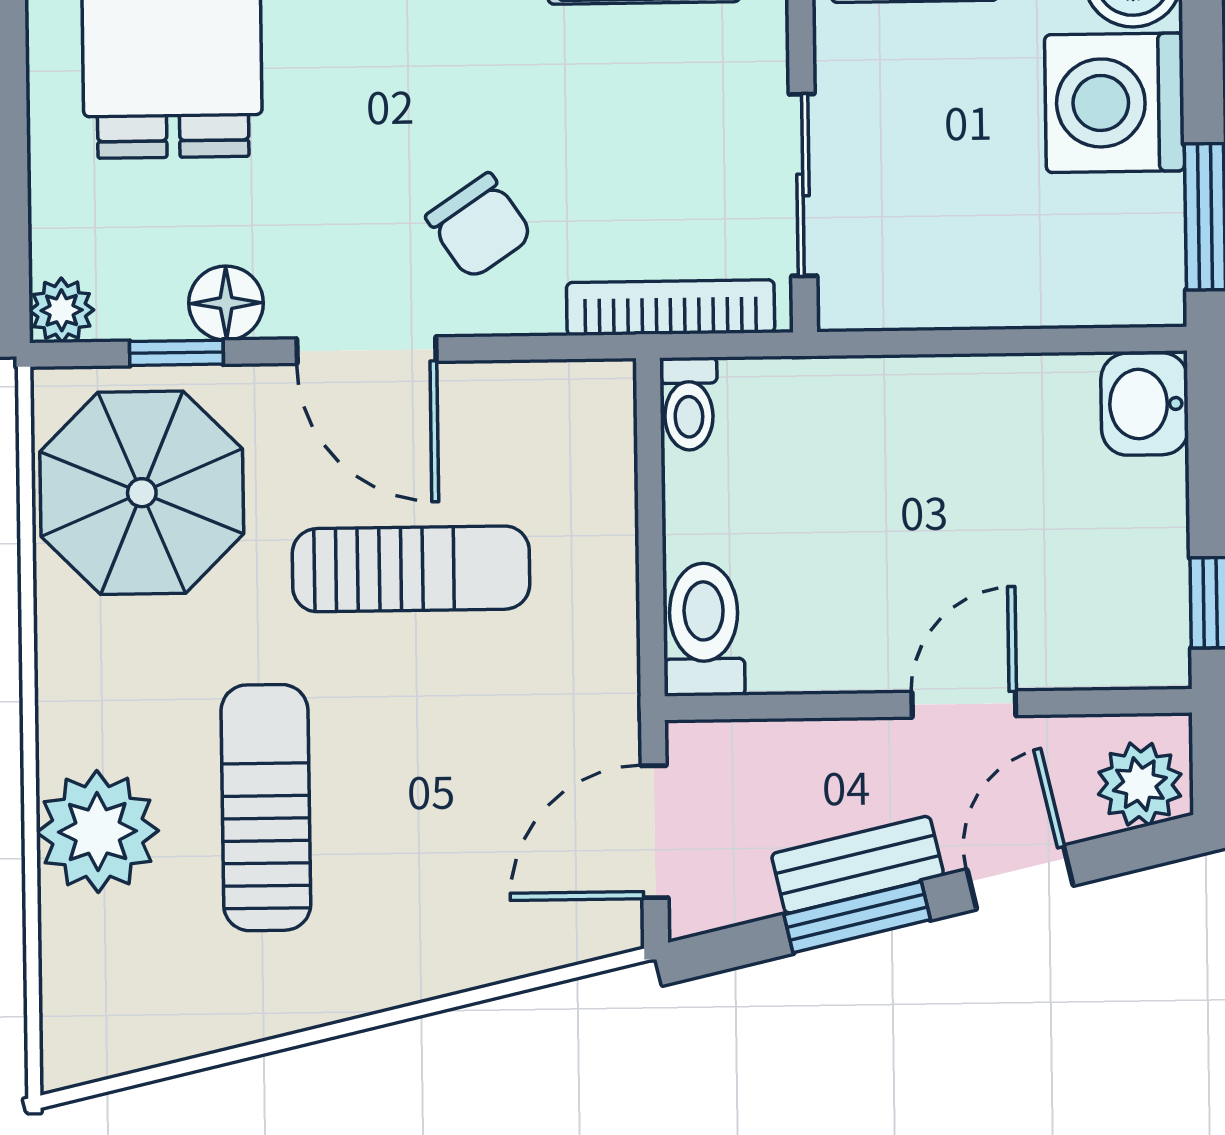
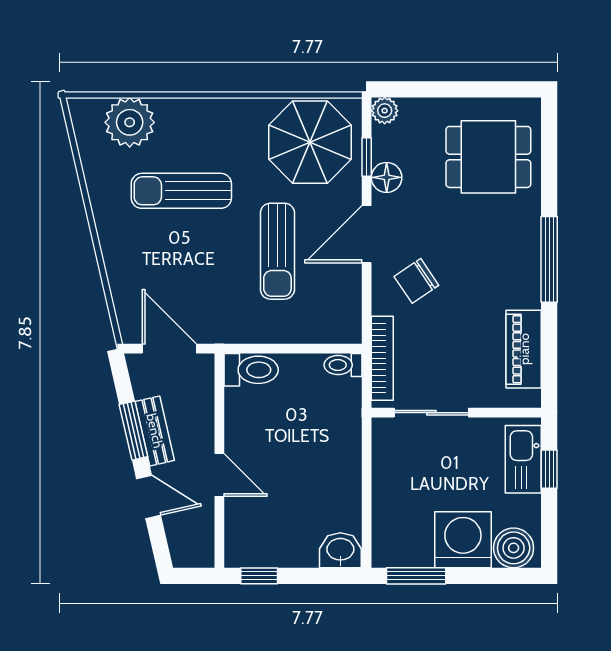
plant: (1140, 784) -> (186, 546), removed
sun lounger: (266, 808) -> (181, 191), turned 180
plant: (98, 832) -> (130, 122), moved

